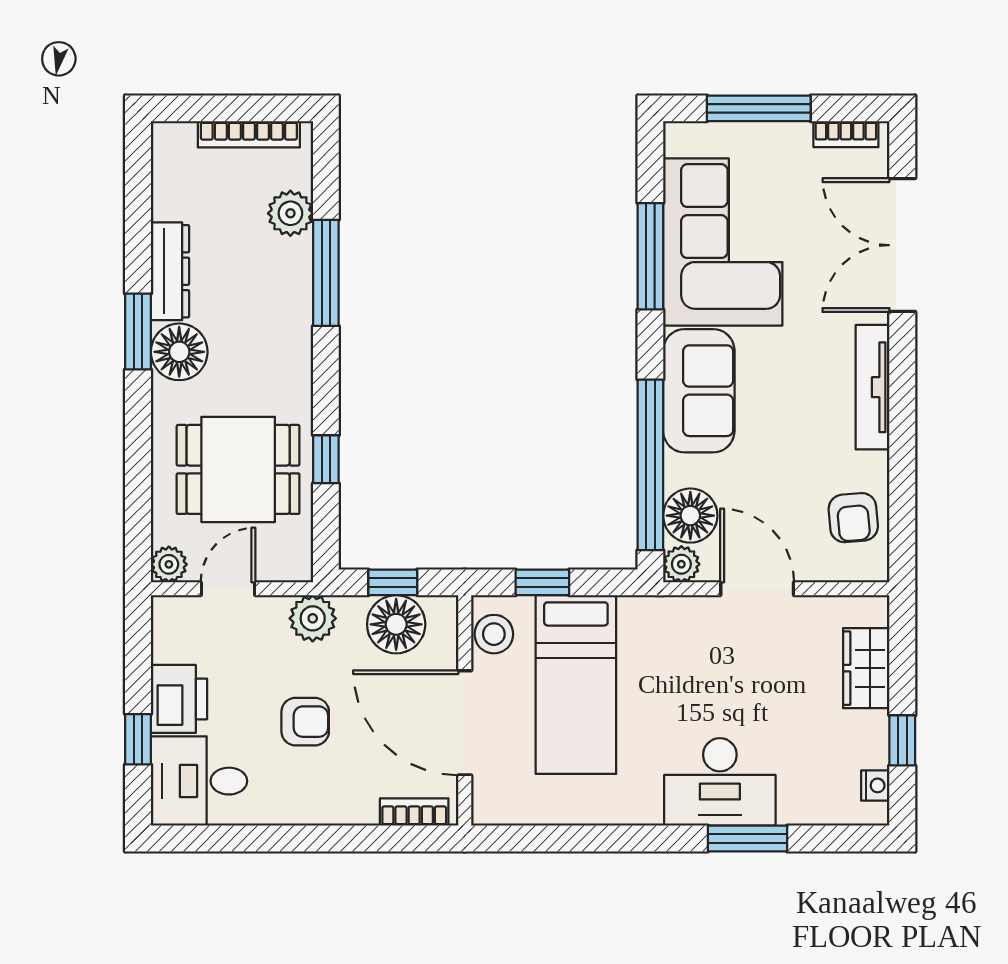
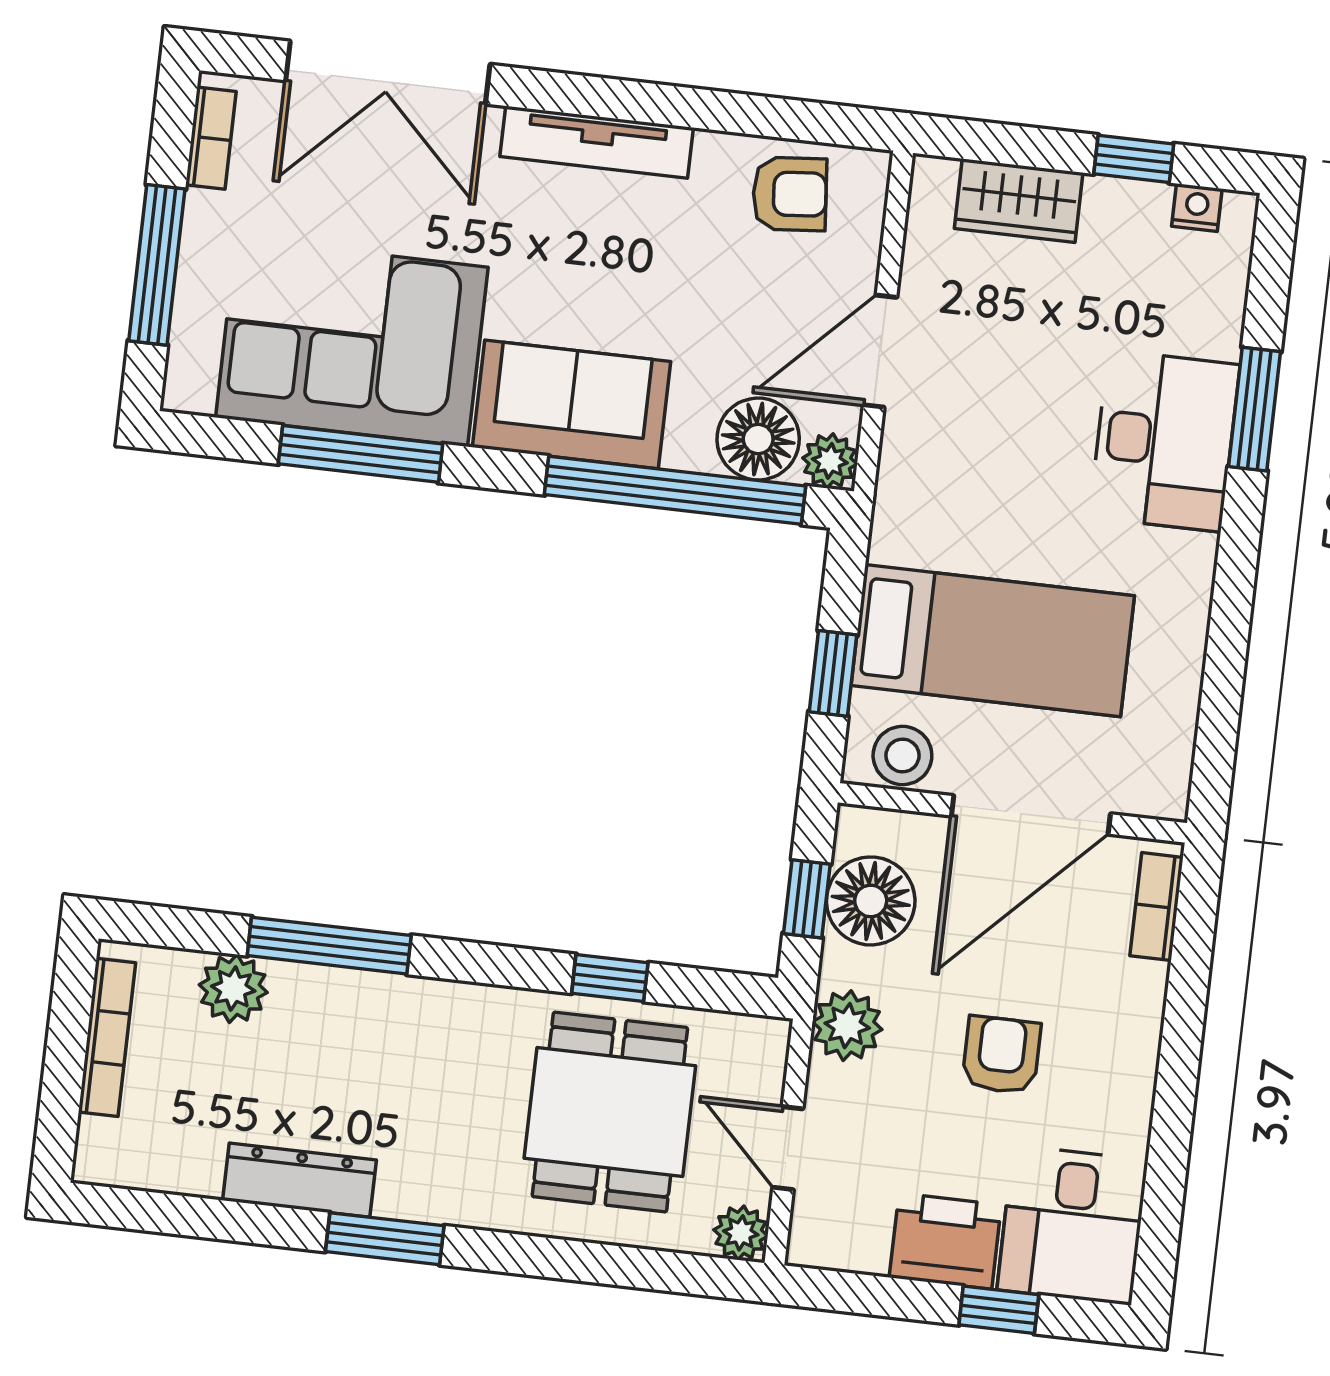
floor lamp: (179, 352) -> (422, 1180), removed

